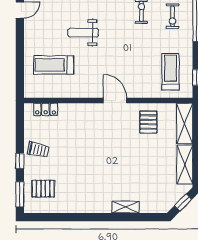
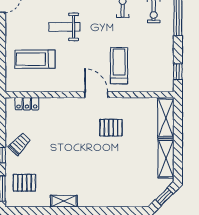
treadmill: (170, 72) -> (119, 66), moved
pallet: (148, 122) -> (111, 128), moved, turned 90
trolley: (38, 150) -> (20, 144), turned -59
shelving: (126, 207) -> (64, 201), moved

